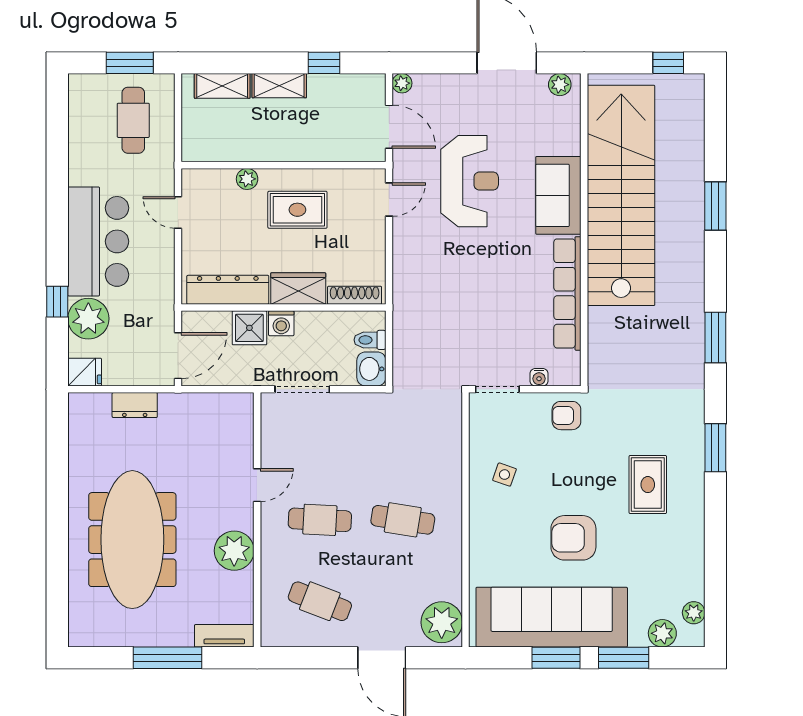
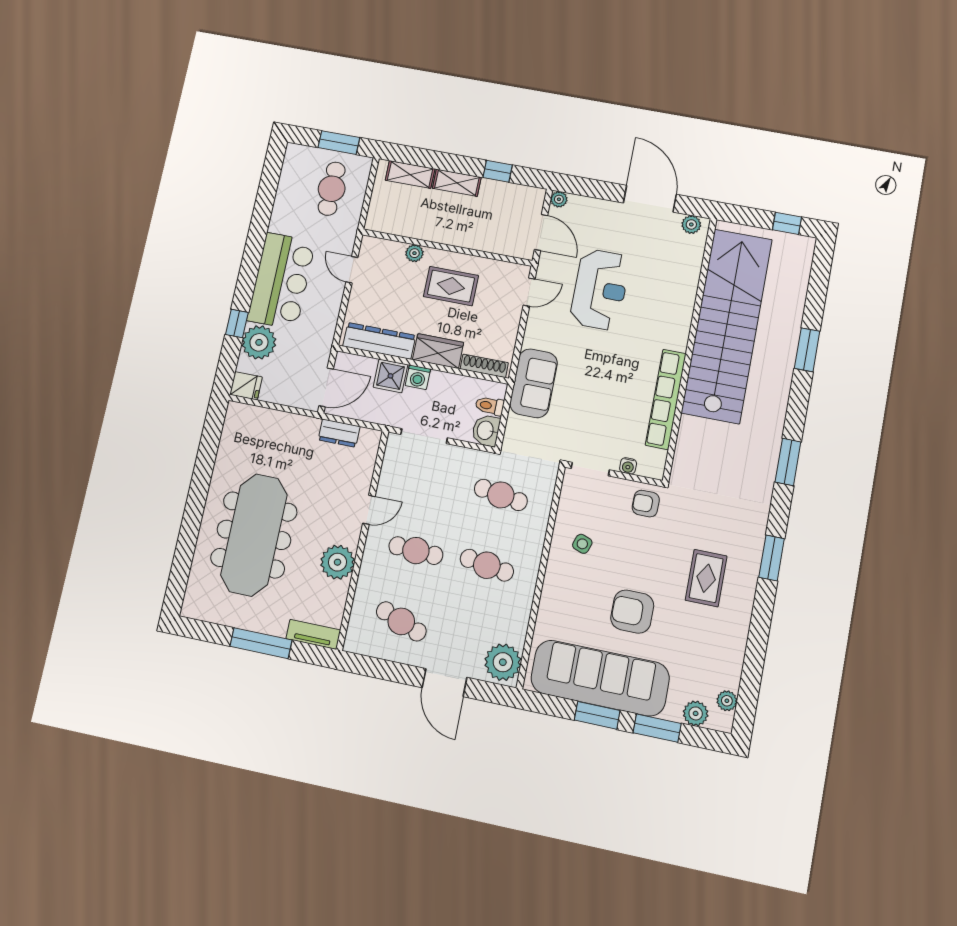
sofa: (558, 195) -> (534, 383), moved, turned 180
dresser: (135, 405) -> (339, 433), moved
cafe table: (403, 438) -> (501, 495), added

